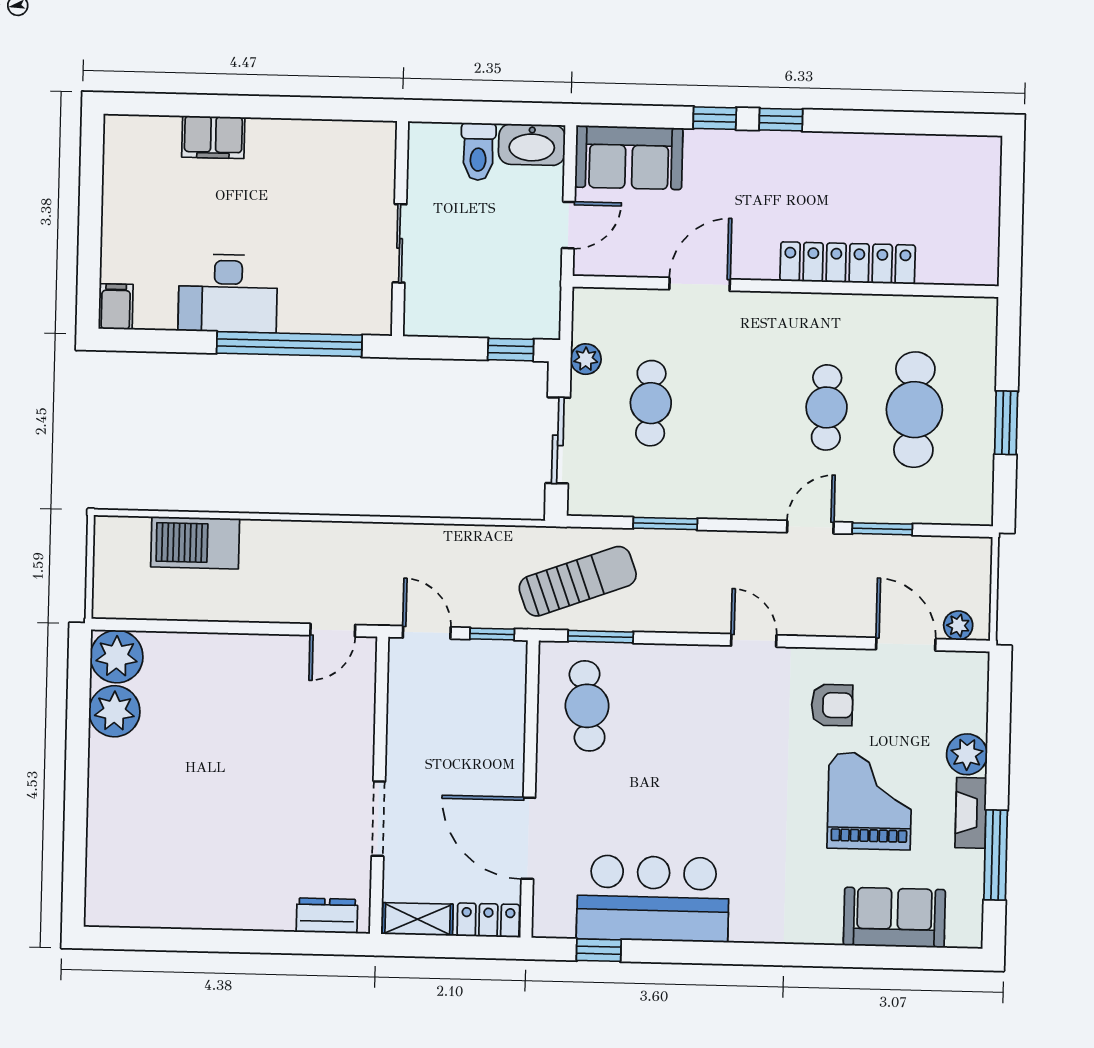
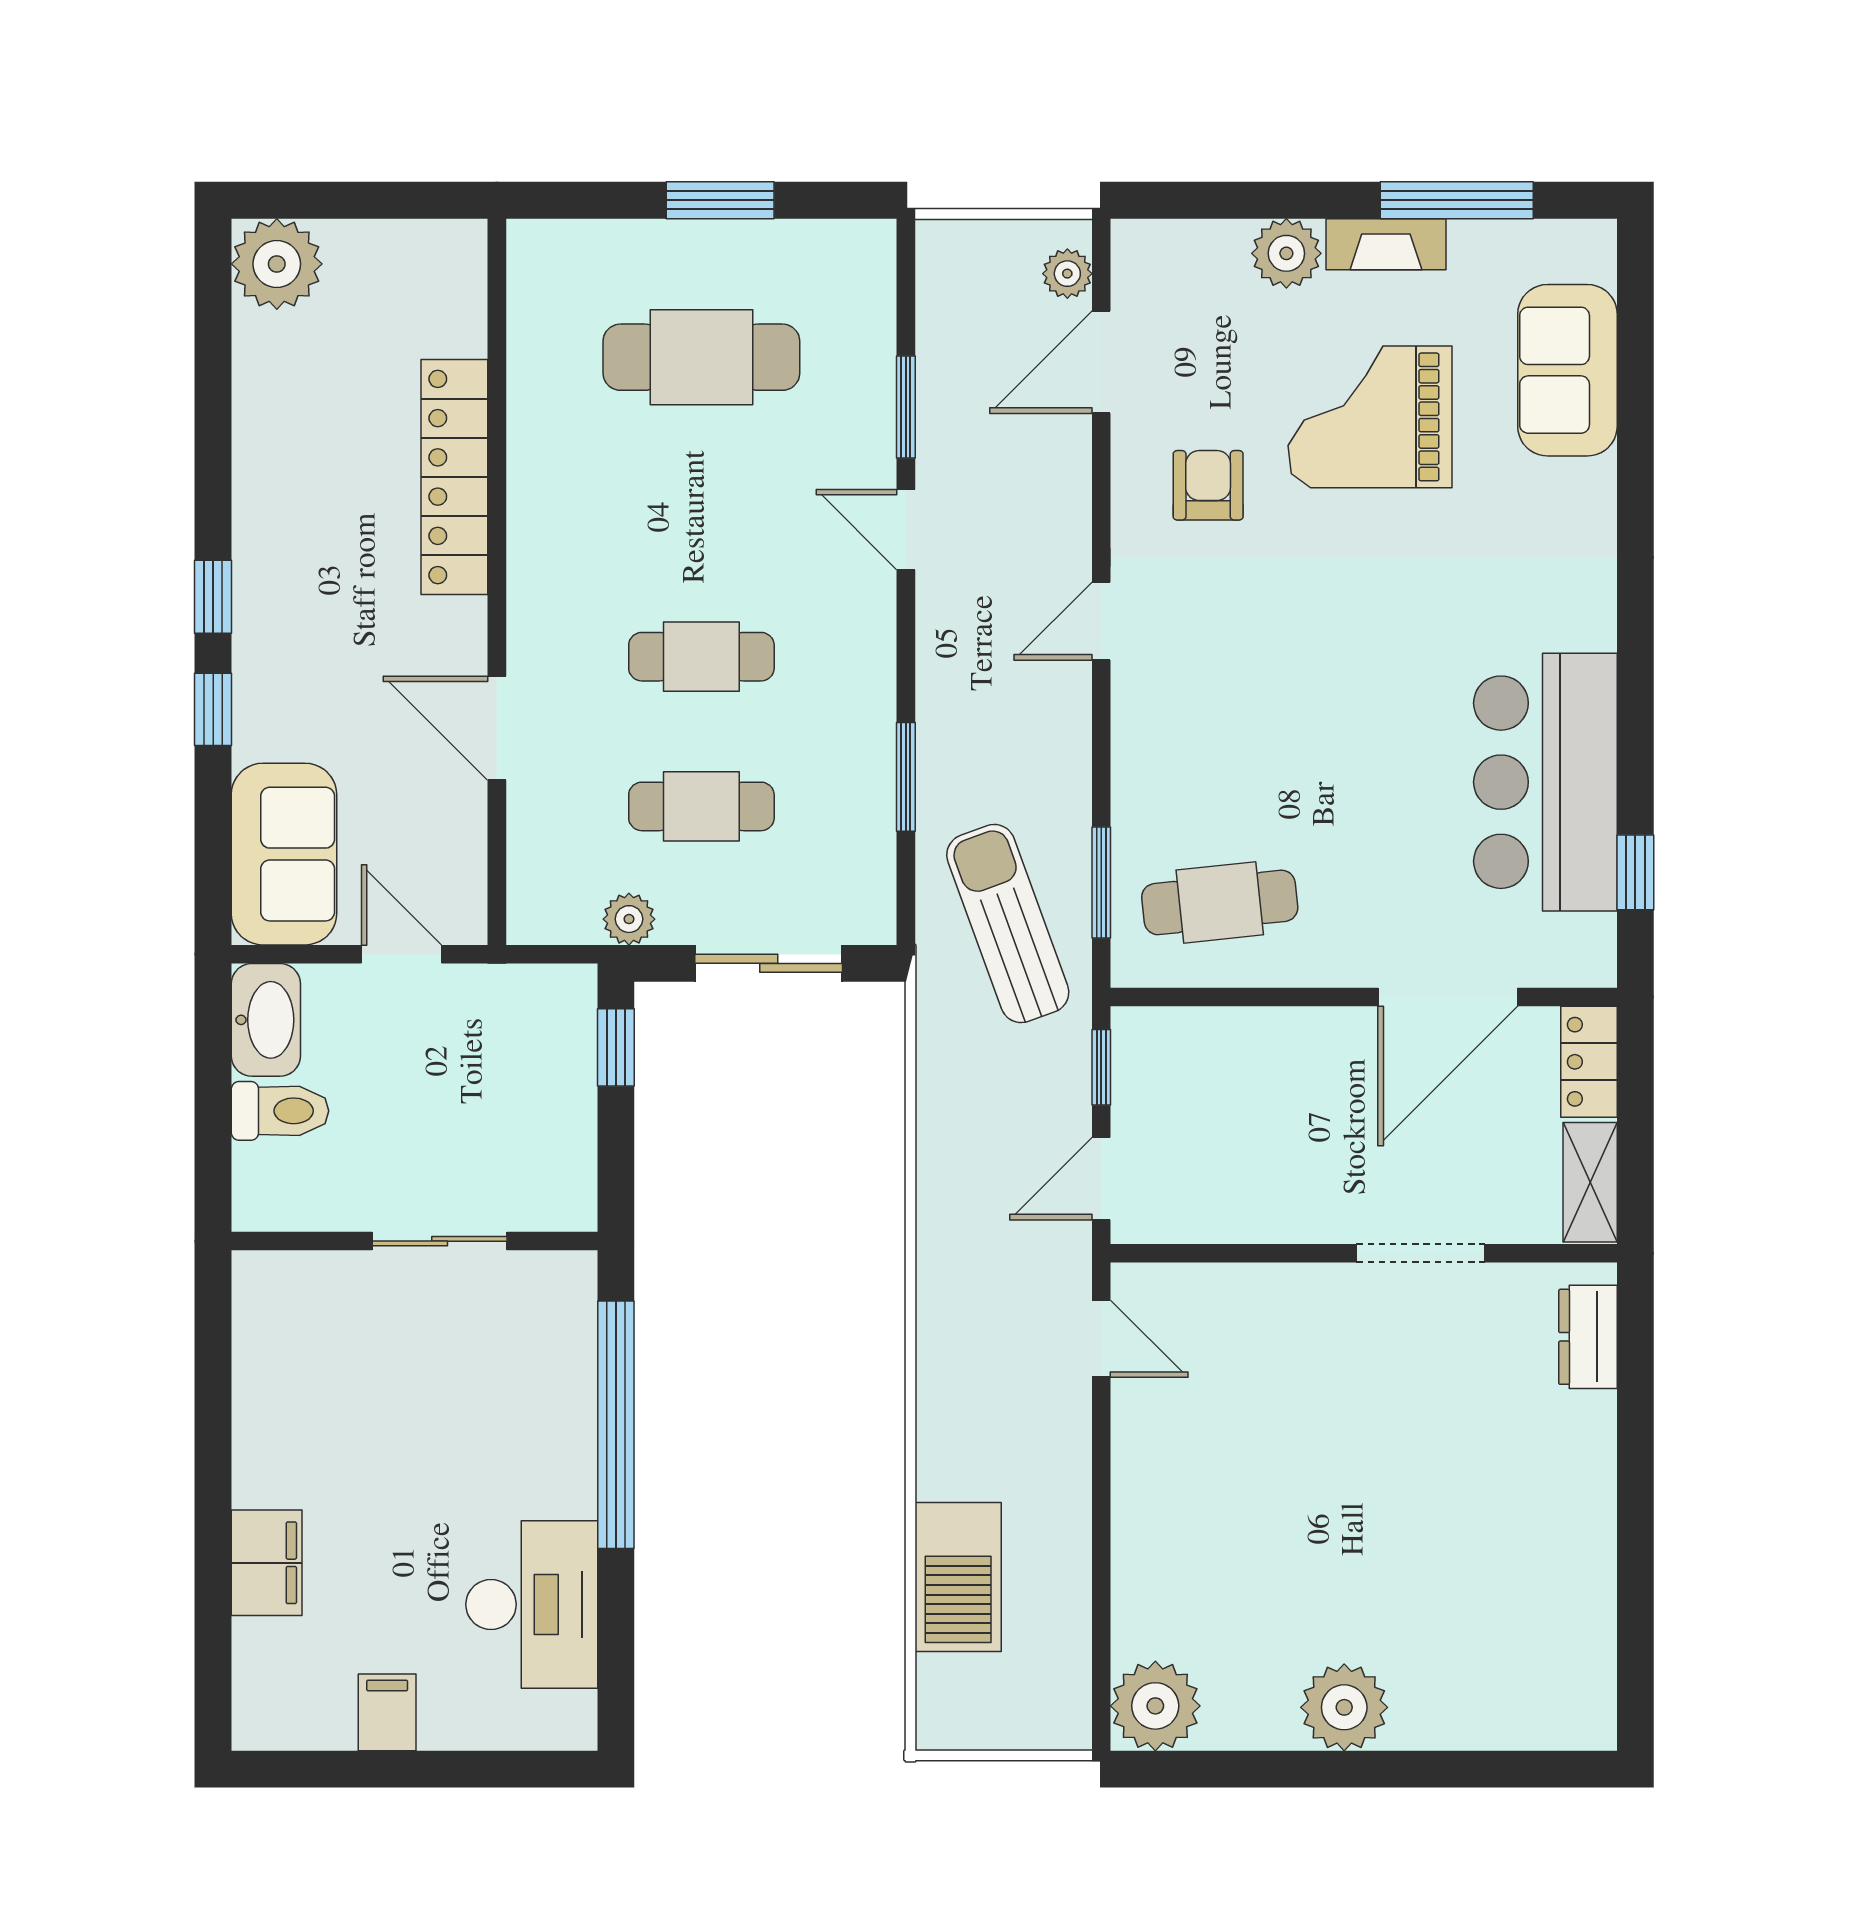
plant: (975, 162) -> (277, 264), added
desk: (228, 293) -> (532, 1604), moved
filing cabinet: (116, 307) -> (387, 1712), moved, turned 90
cafe table: (827, 407) -> (701, 657), moved
plant: (114, 711) -> (1344, 1707), moved

